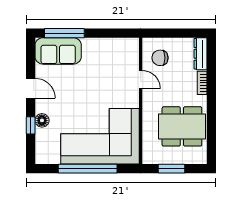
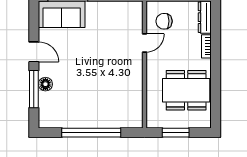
door: (141, 79) -> (145, 43), hinge flipped
window: (31, 125) -> (34, 89), width x2.17
corner sofa: (100, 136) -> (104, 100), removed

